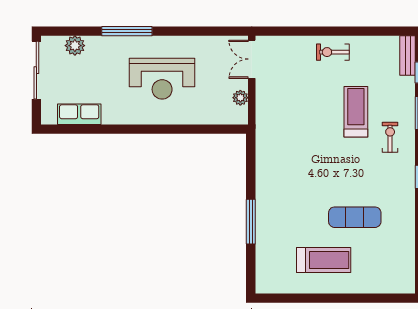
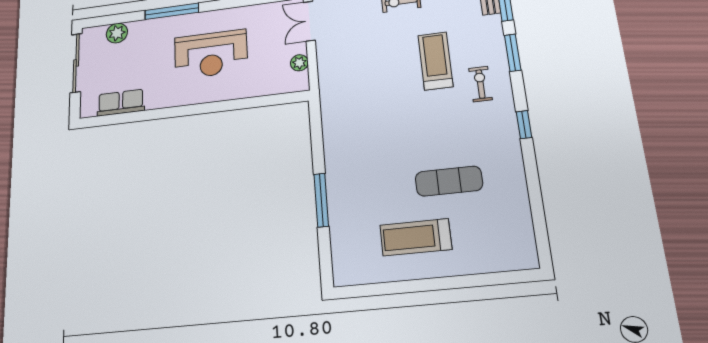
treadmill: (324, 260) -> (416, 237), turned 180

